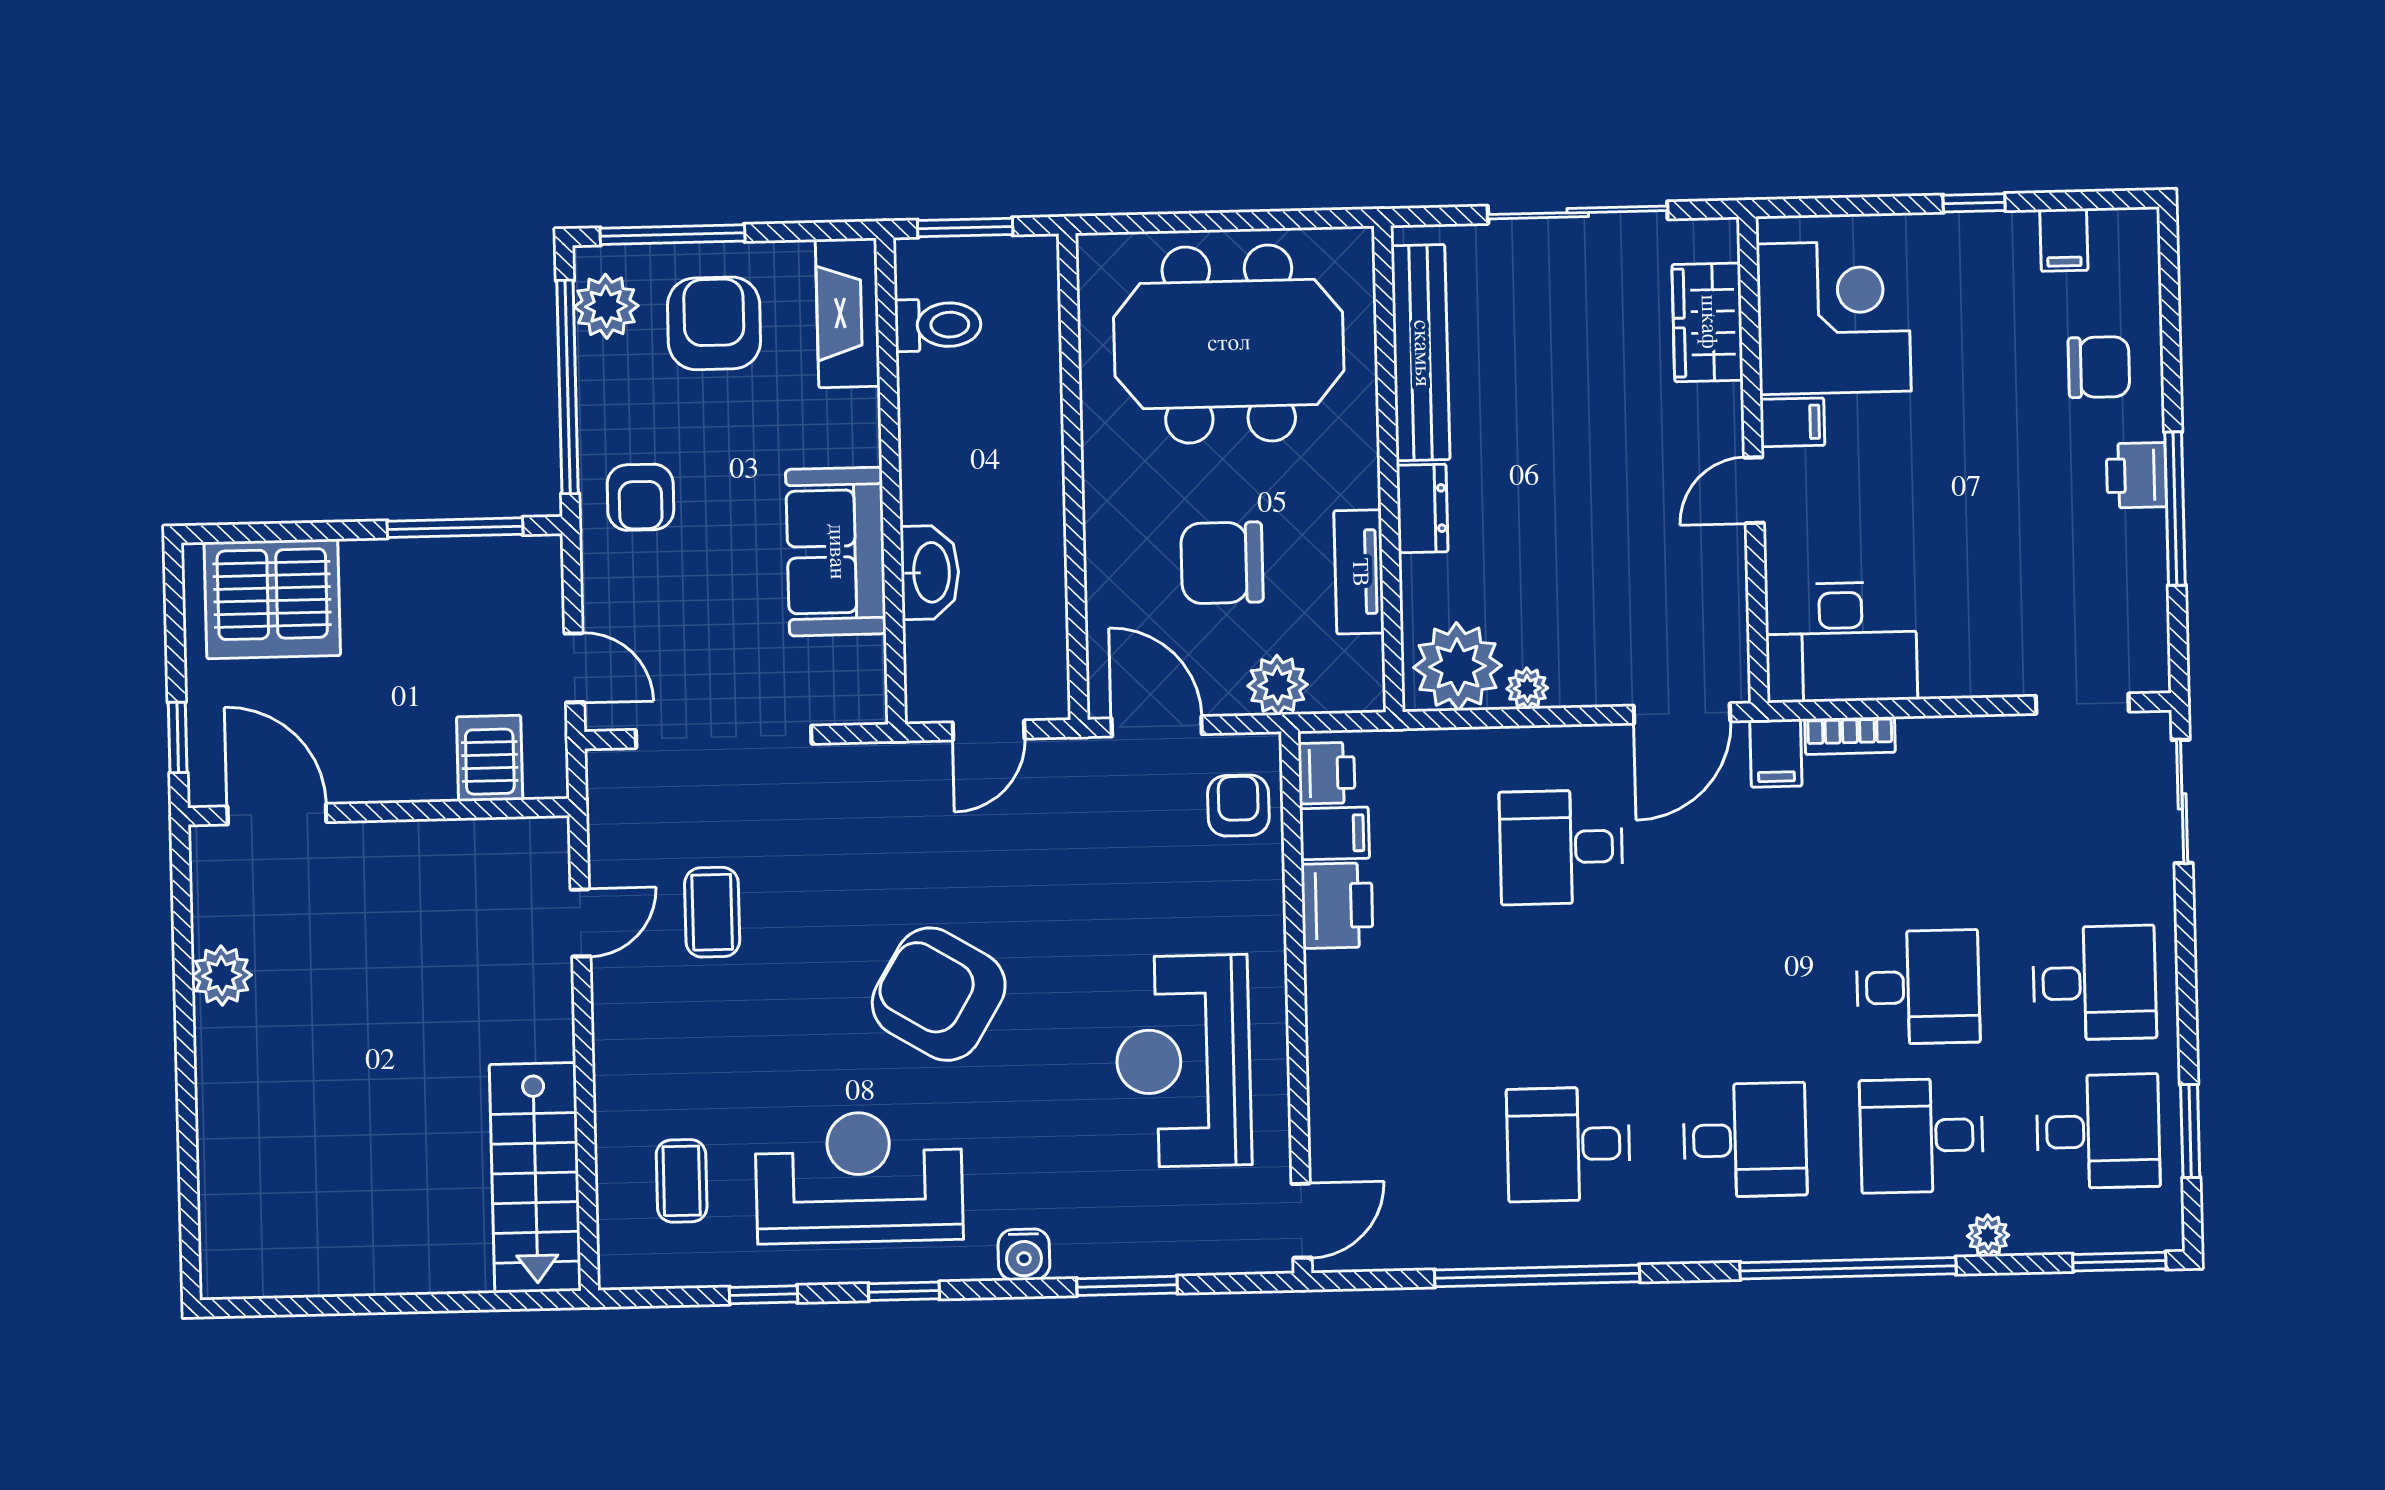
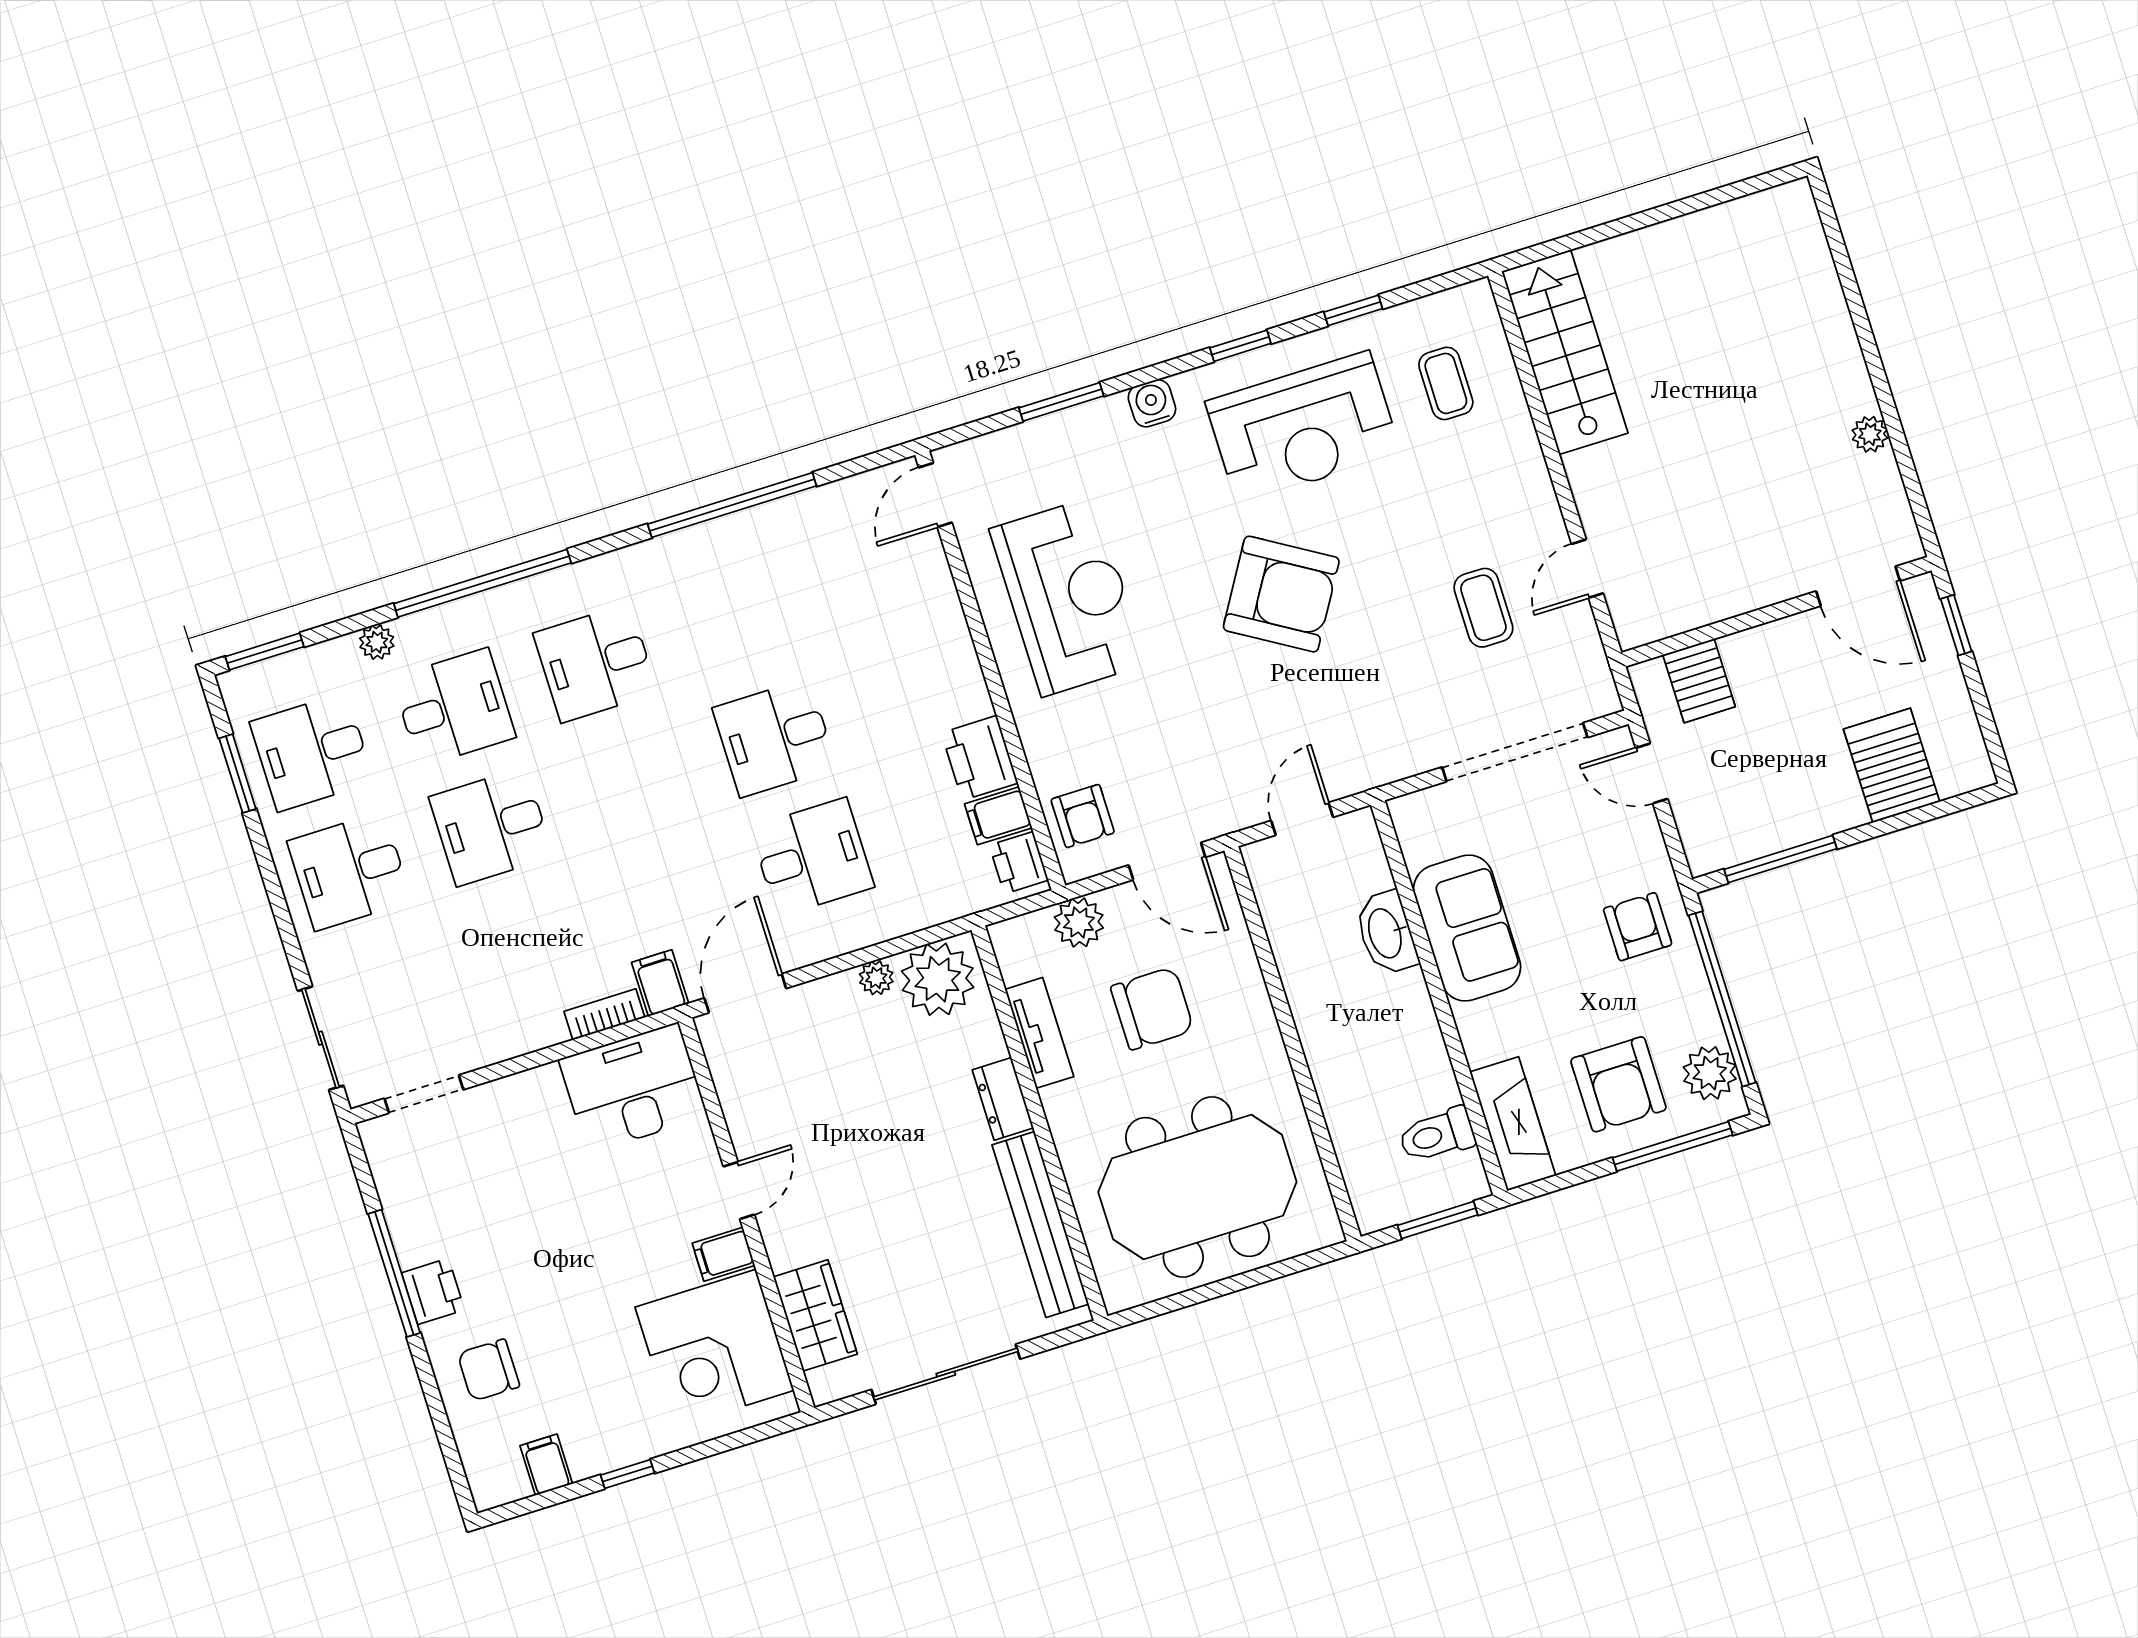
server rack: (272, 599) -> (1892, 765), width x0.62
plant: (222, 976) -> (1870, 434), width x0.73, depth x0.73
desk: (1568, 1144) -> (775, 738), moved, turned 180

